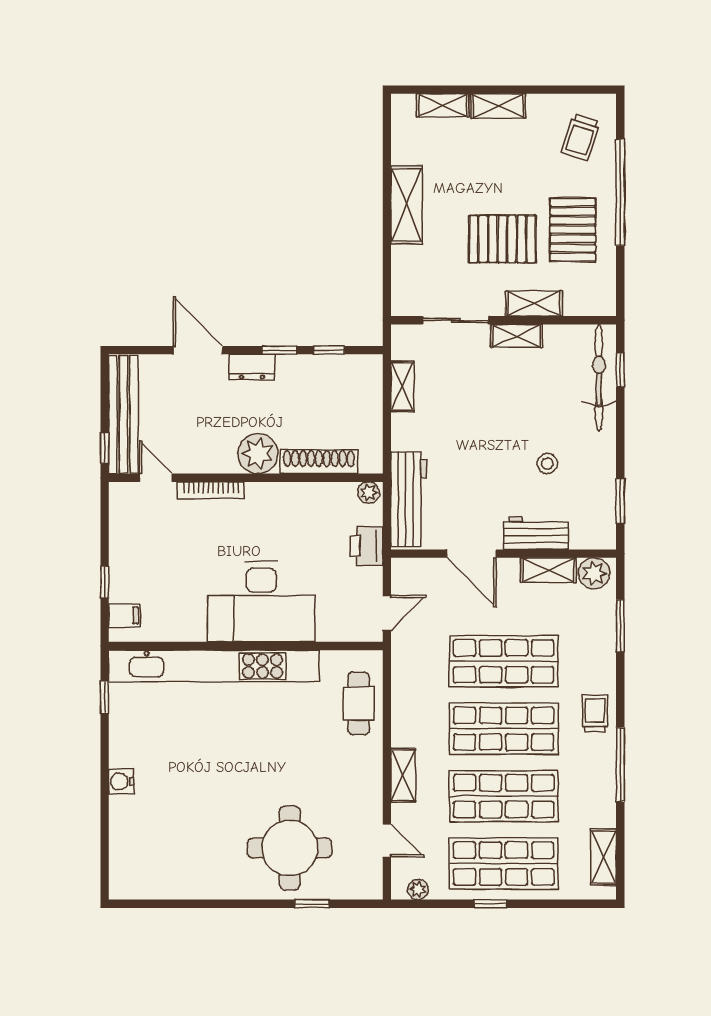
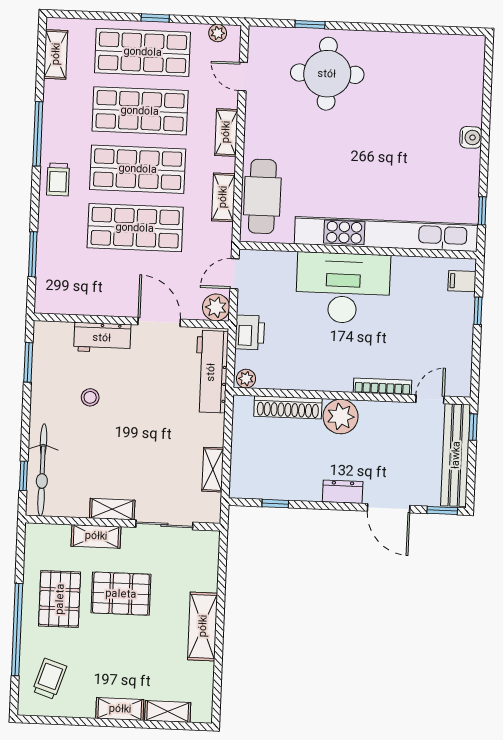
window: (279, 350) -> (442, 511), moved
door: (156, 478) -> (430, 399), swing flipped
shelving: (549, 570) -> (223, 197), moved, turned 90
plant: (594, 573) -> (216, 307), moved
cafe table: (359, 703) -> (262, 196), width x1.37, depth x1.35

